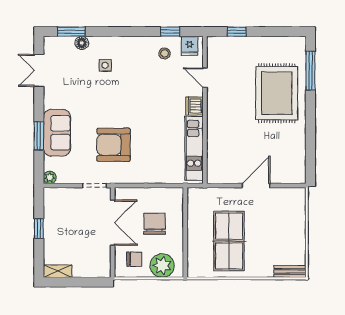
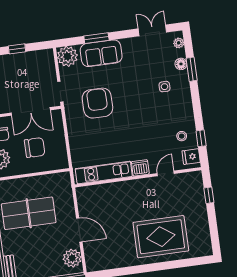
window: (71, 32) -> (192, 69), moved
plant: (57, 42) -> (179, 43), added
window: (310, 71) -> (184, 263), removed
plant: (50, 177) -> (67, 56), width x1.88, depth x1.88
plant: (287, 198) -> (72, 258), added

